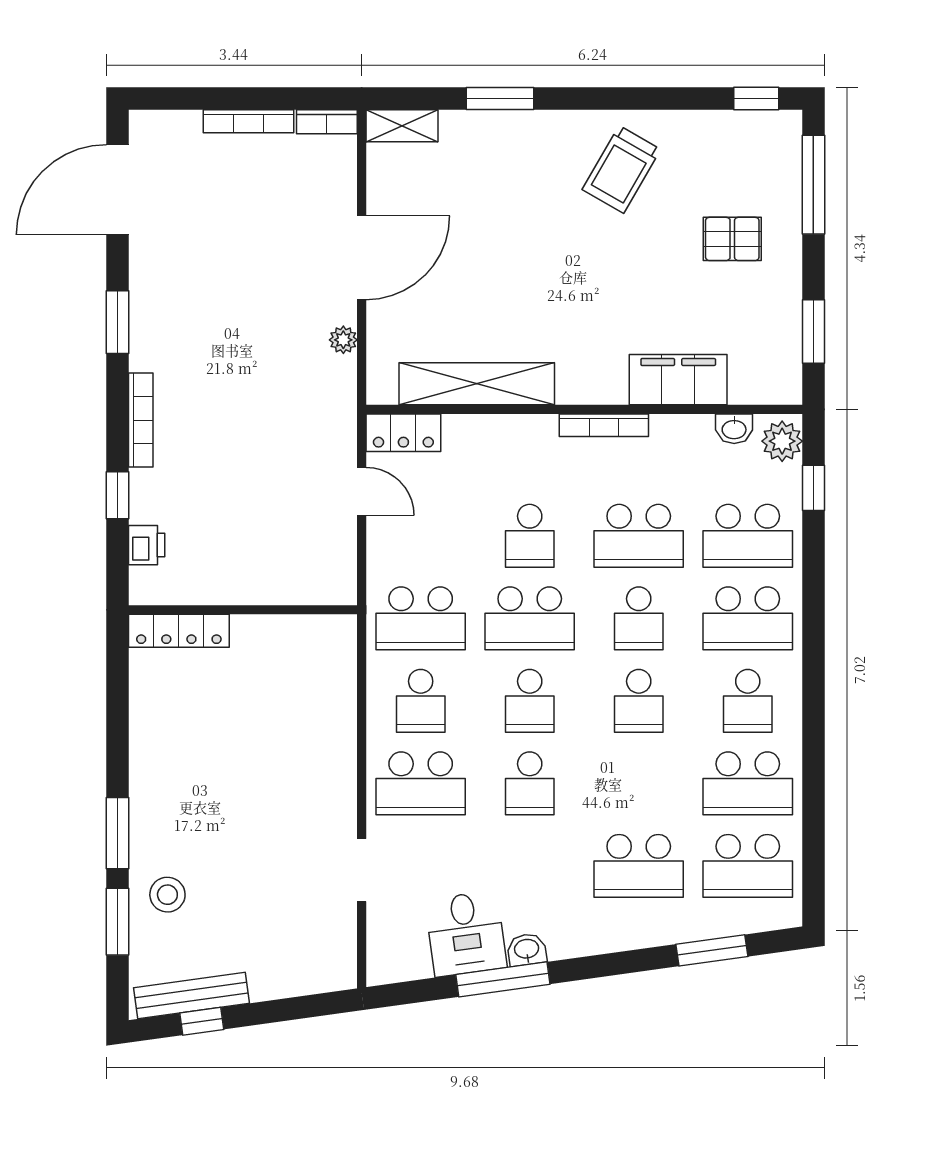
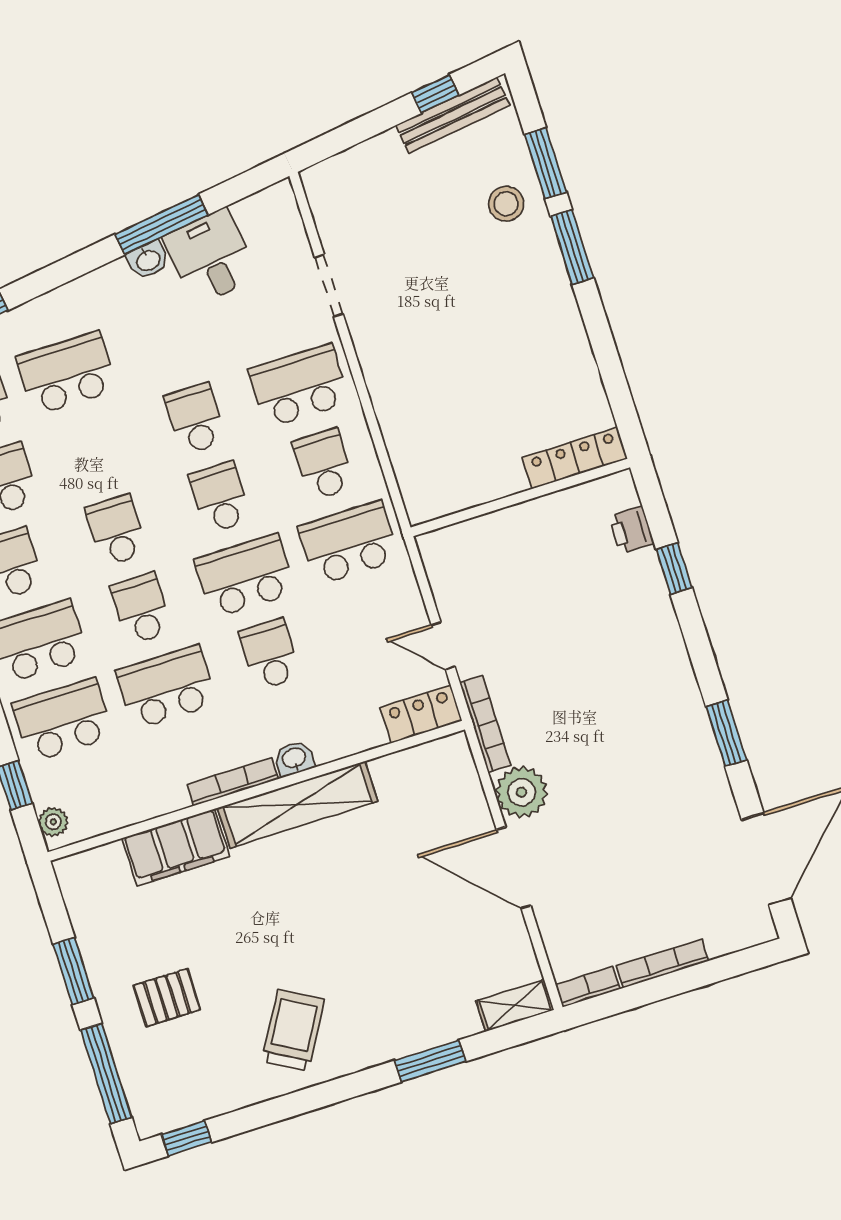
door: (362, 258) -> (514, 868), hinge flipped
window: (813, 331) -> (73, 971), moved
plant: (343, 340) -> (521, 792), width x1.87, depth x1.87
shelving: (477, 384) -> (298, 805), moved
bookcase: (141, 420) -> (485, 724), moved, turned 180
washbasin: (734, 429) -> (294, 759), moved
plant: (782, 441) -> (53, 822), width x0.73, depth x0.73

